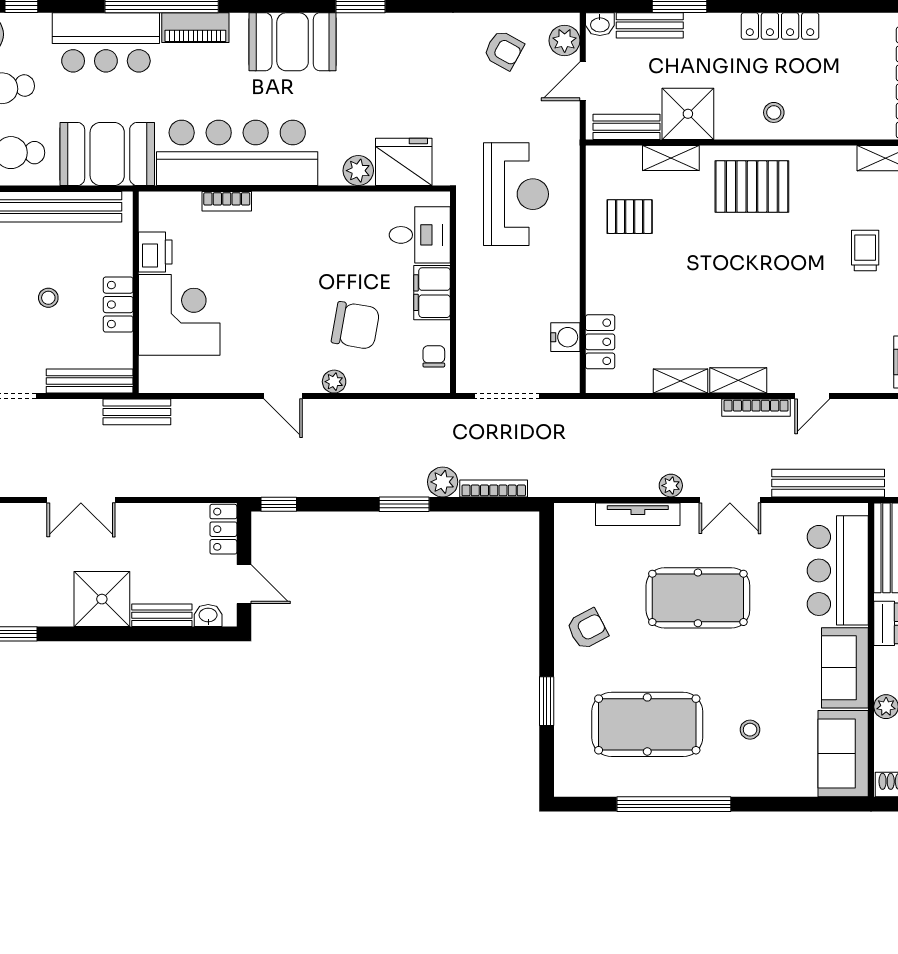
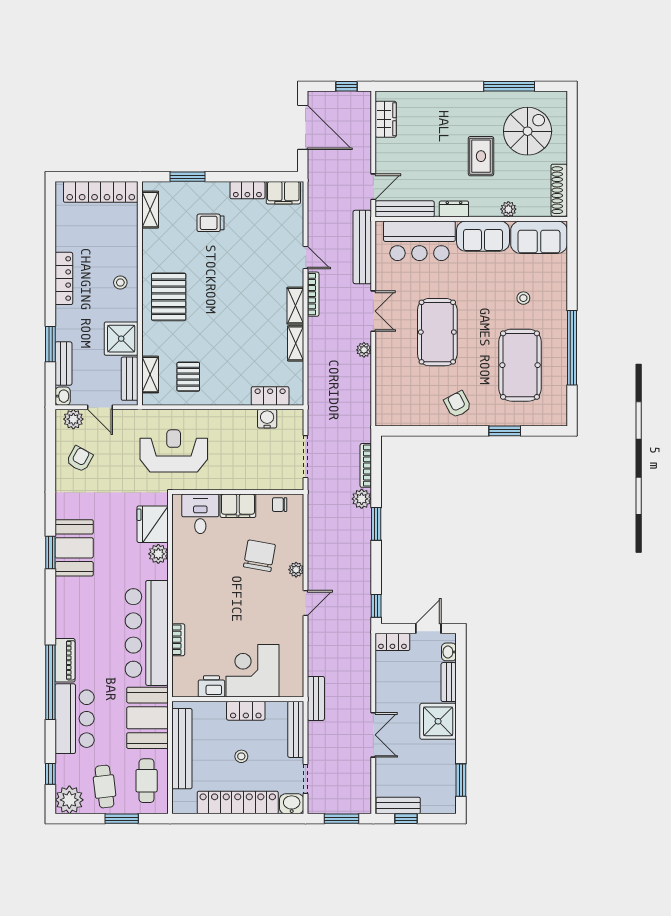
booth: (293, 42) -> (74, 548), moved
shelving: (671, 158) -> (150, 375), moved
tv unit: (638, 514) -> (383, 371), removed

